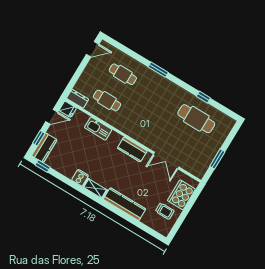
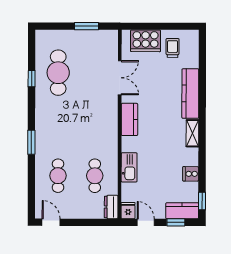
cooker: (80, 178) -> (191, 174), moved

